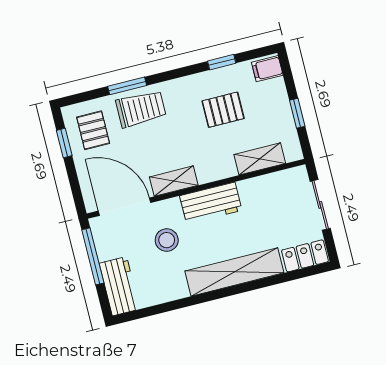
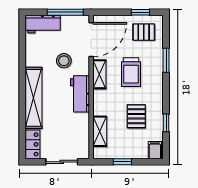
trolley: (141, 109) -> (131, 72), moved

